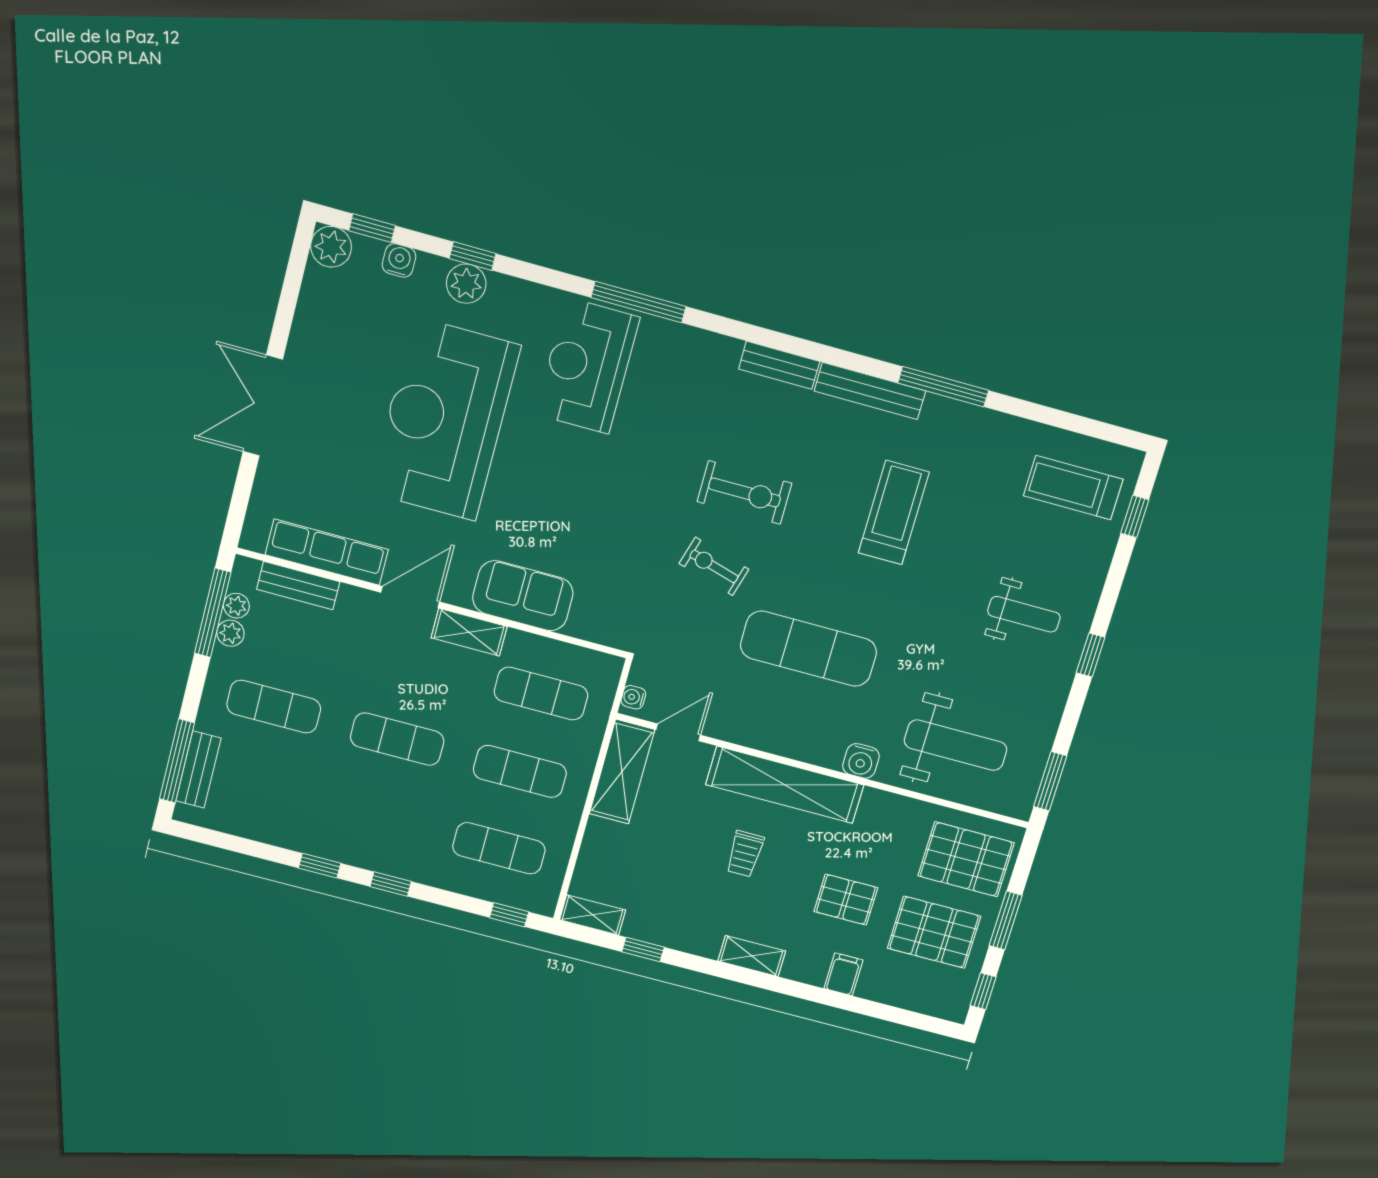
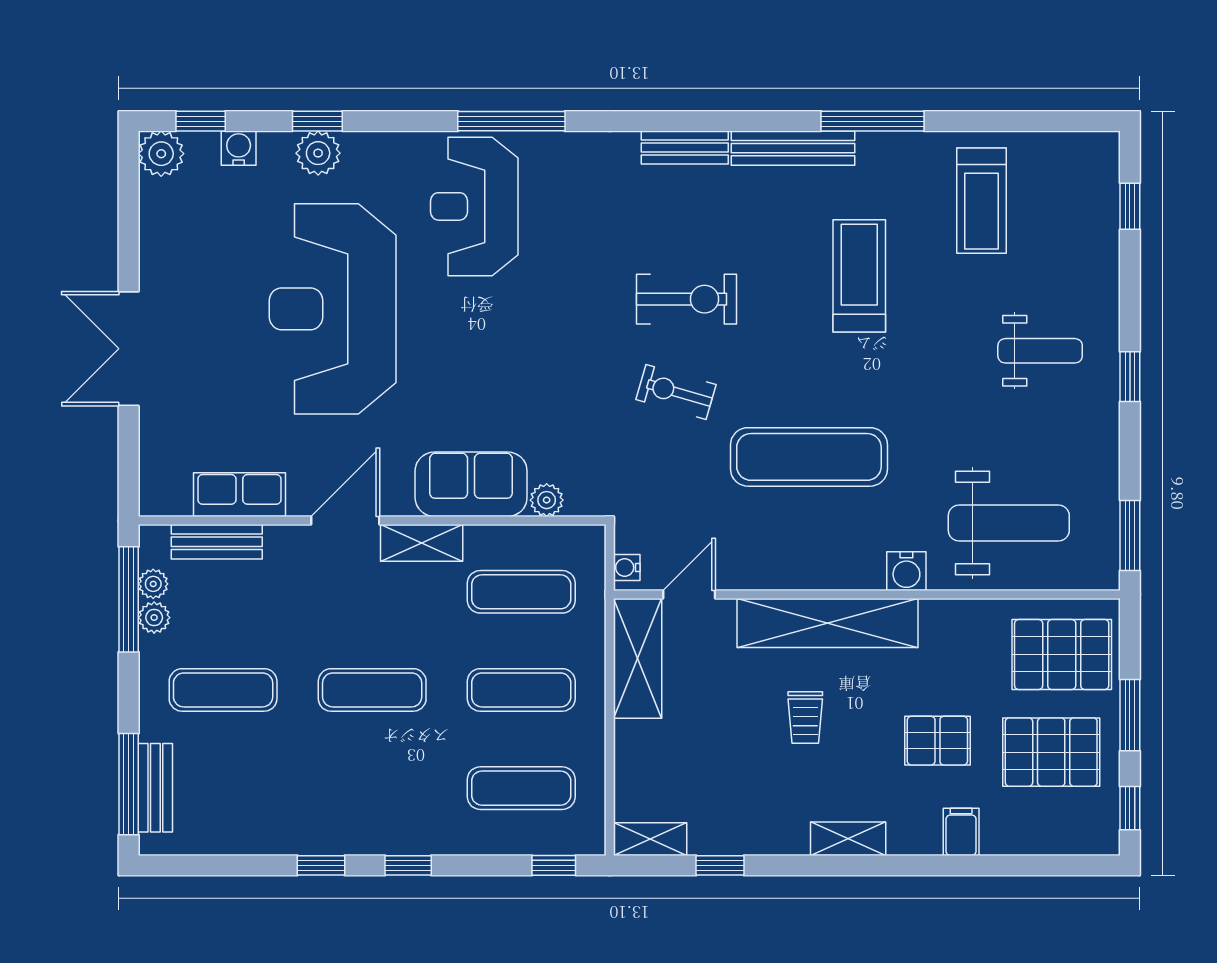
treadmill: (1073, 488) -> (982, 201), moved, turned -90
row of seats: (327, 552) -> (239, 495), width x0.68
plant: (582, 625) -> (547, 500), added

